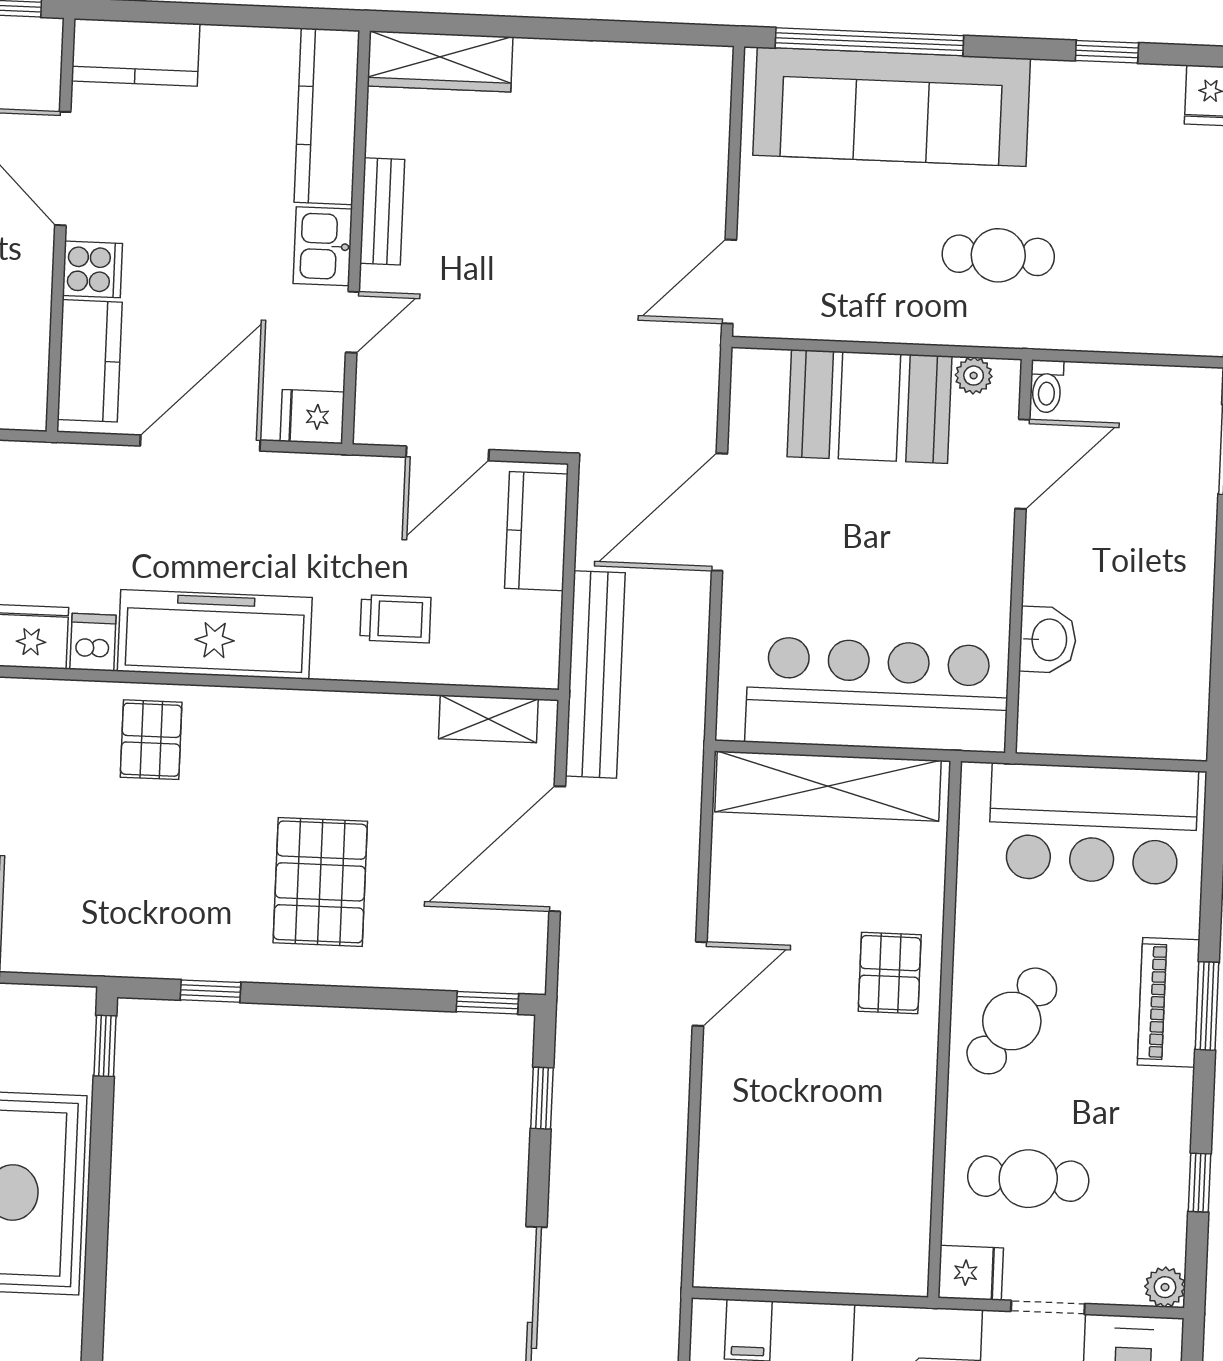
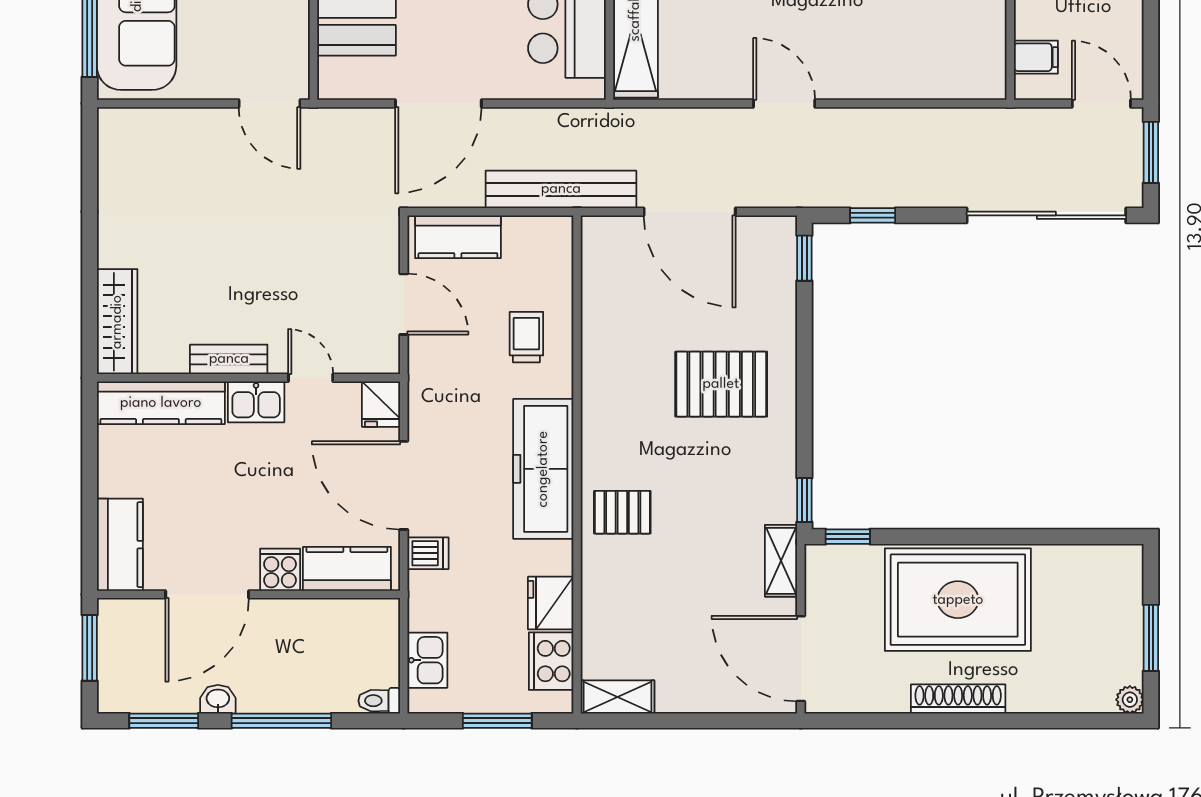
door: (719, 512) -> (438, 103), hinge flipped
dishwasher: (93, 642) -> (428, 553), moved, turned 180
shelving: (488, 719) -> (781, 561), moved
window: (211, 991) -> (804, 500), moved

